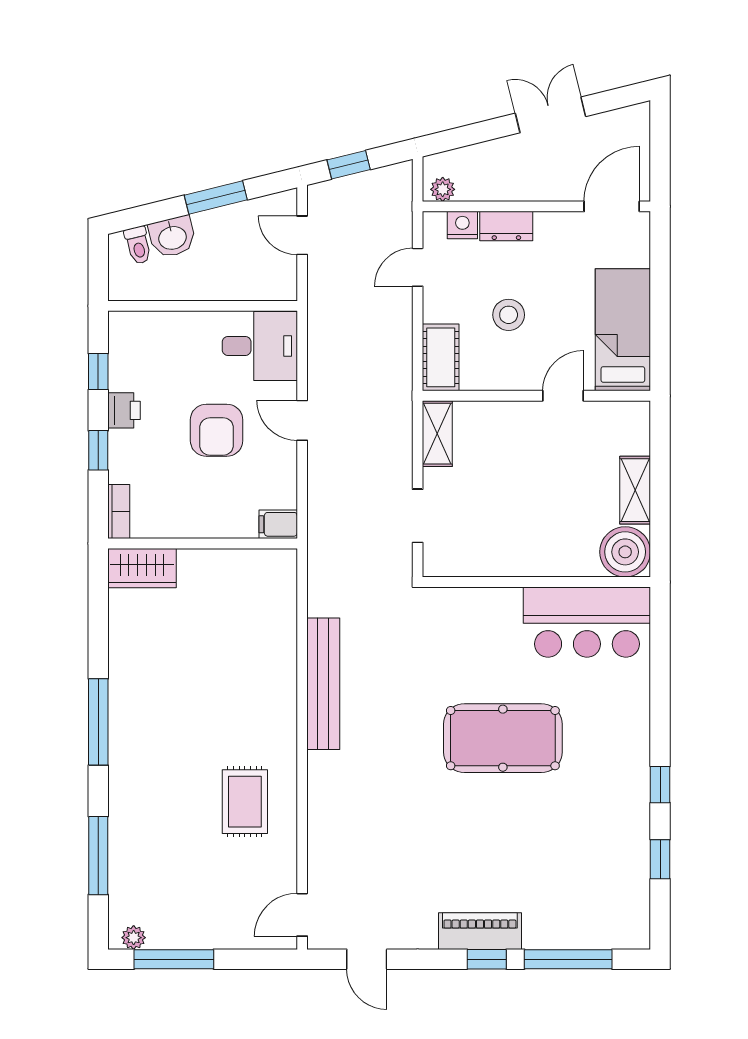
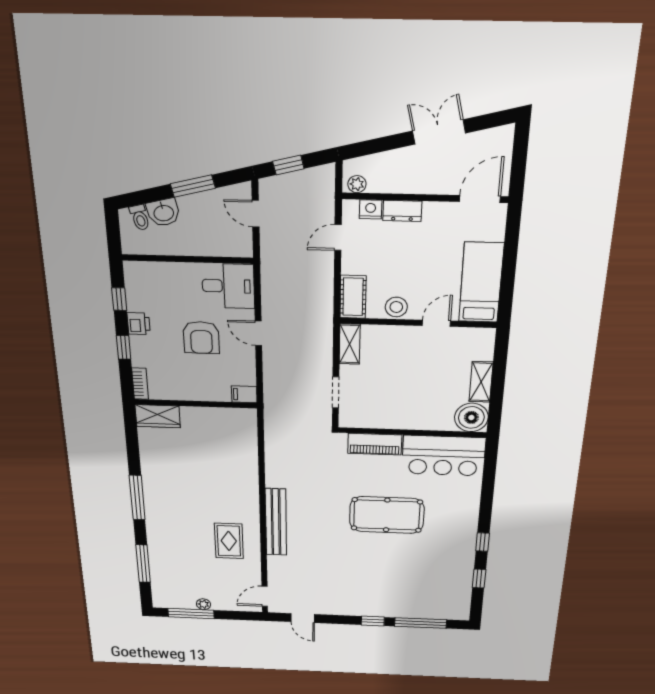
stool: (509, 315) -> (396, 307), moved
bench: (323, 684) -> (276, 522), moved
piano: (480, 931) -> (375, 444), moved, turned 180
plant: (134, 938) -> (204, 604), moved

